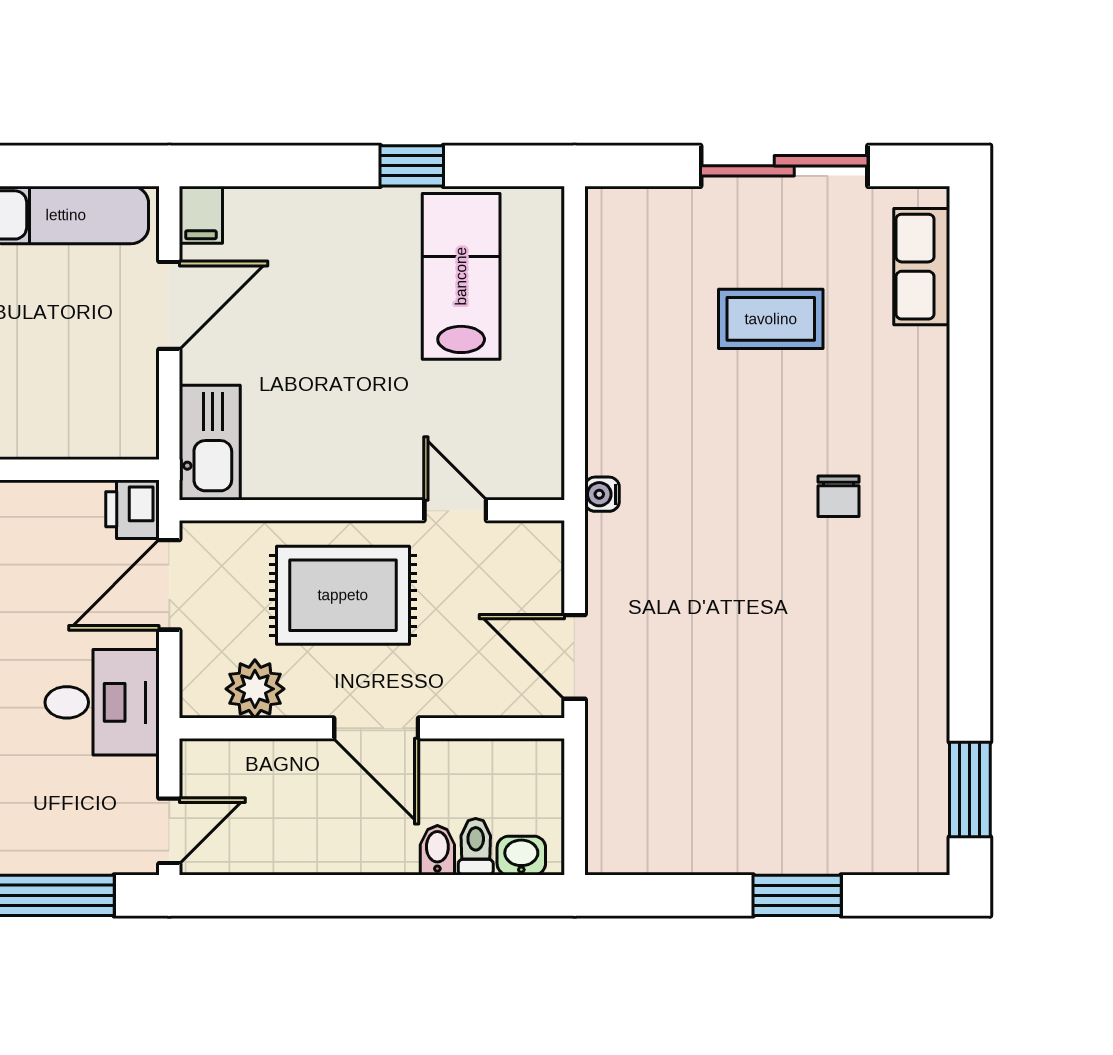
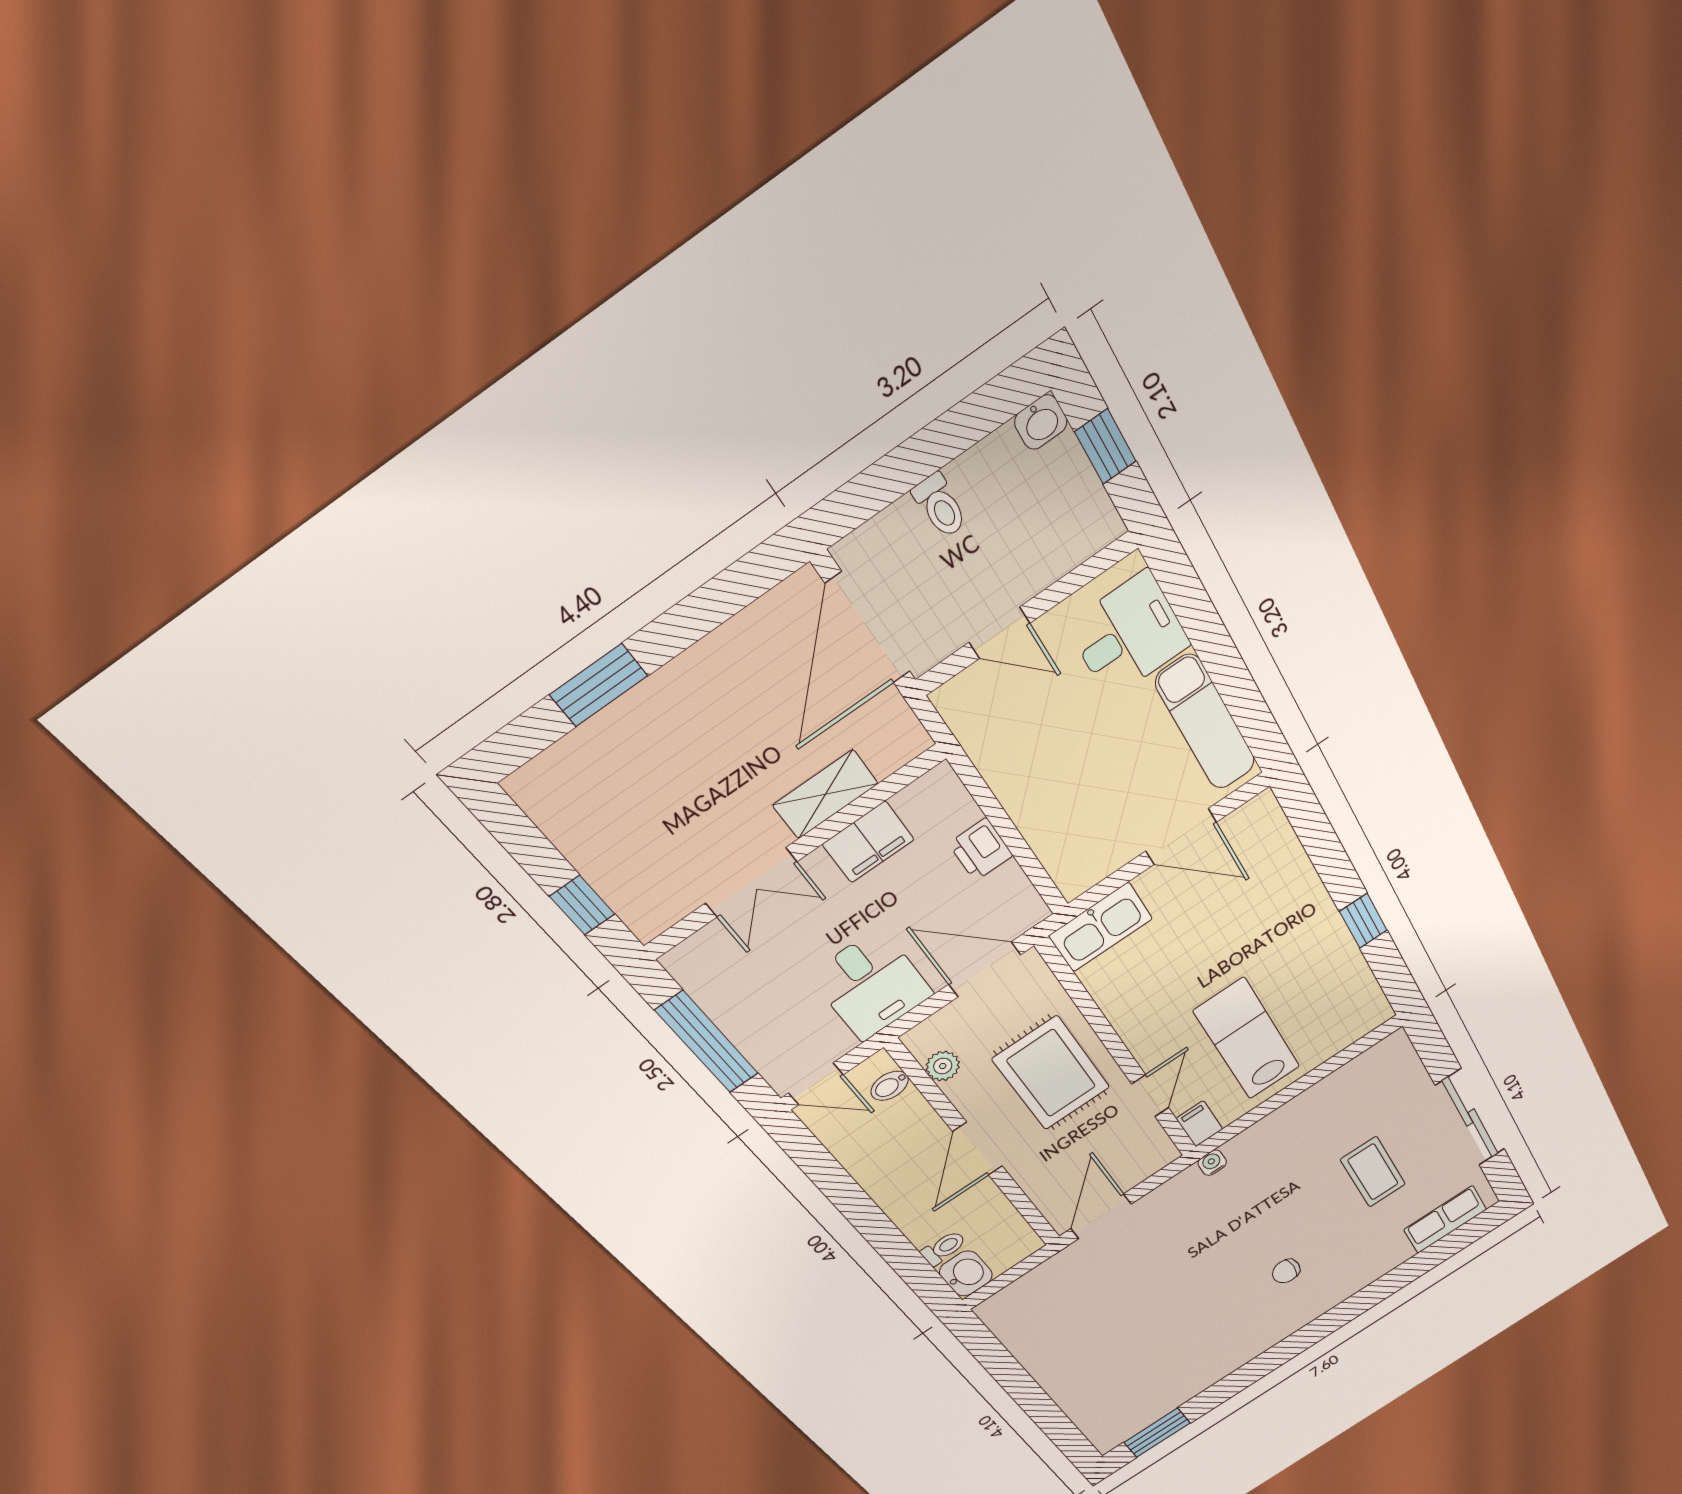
filing cabinet: (201, 215) -> (1199, 1124), moved, turned 90
lab bench: (461, 276) -> (1247, 1039), moved, turned -90
printer: (133, 509) -> (981, 850), moved, turned -90
plant: (255, 689) -> (943, 1066), width x0.73, depth x0.73
bidet: (437, 850) -> (890, 1086), moved, turned 180
washbasin: (521, 856) -> (966, 1274), width x1.38, depth x1.45
window: (797, 895) -> (1038, 1406), removed

